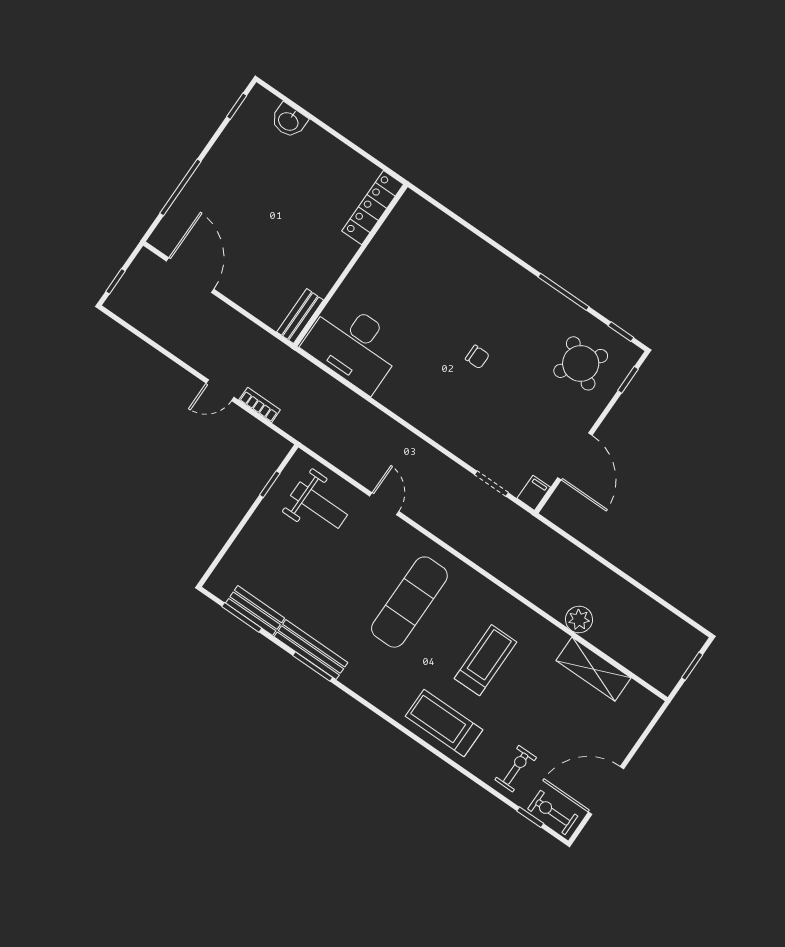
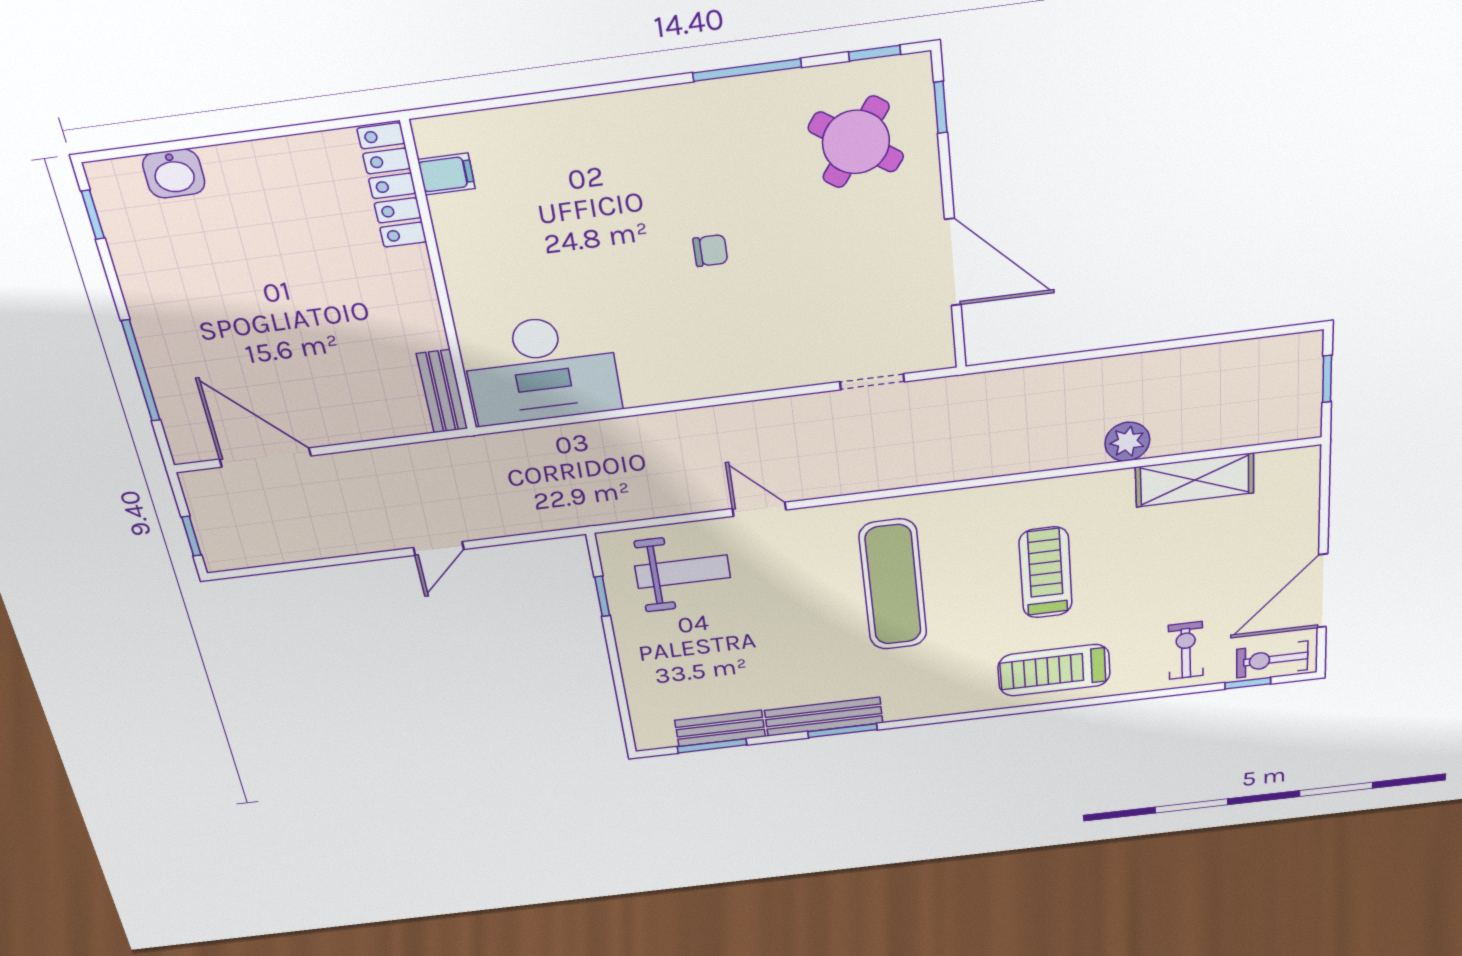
bookcase: (260, 405) -> (501, 526), removed
filing cabinet: (534, 493) -> (446, 174), moved, turned 90

